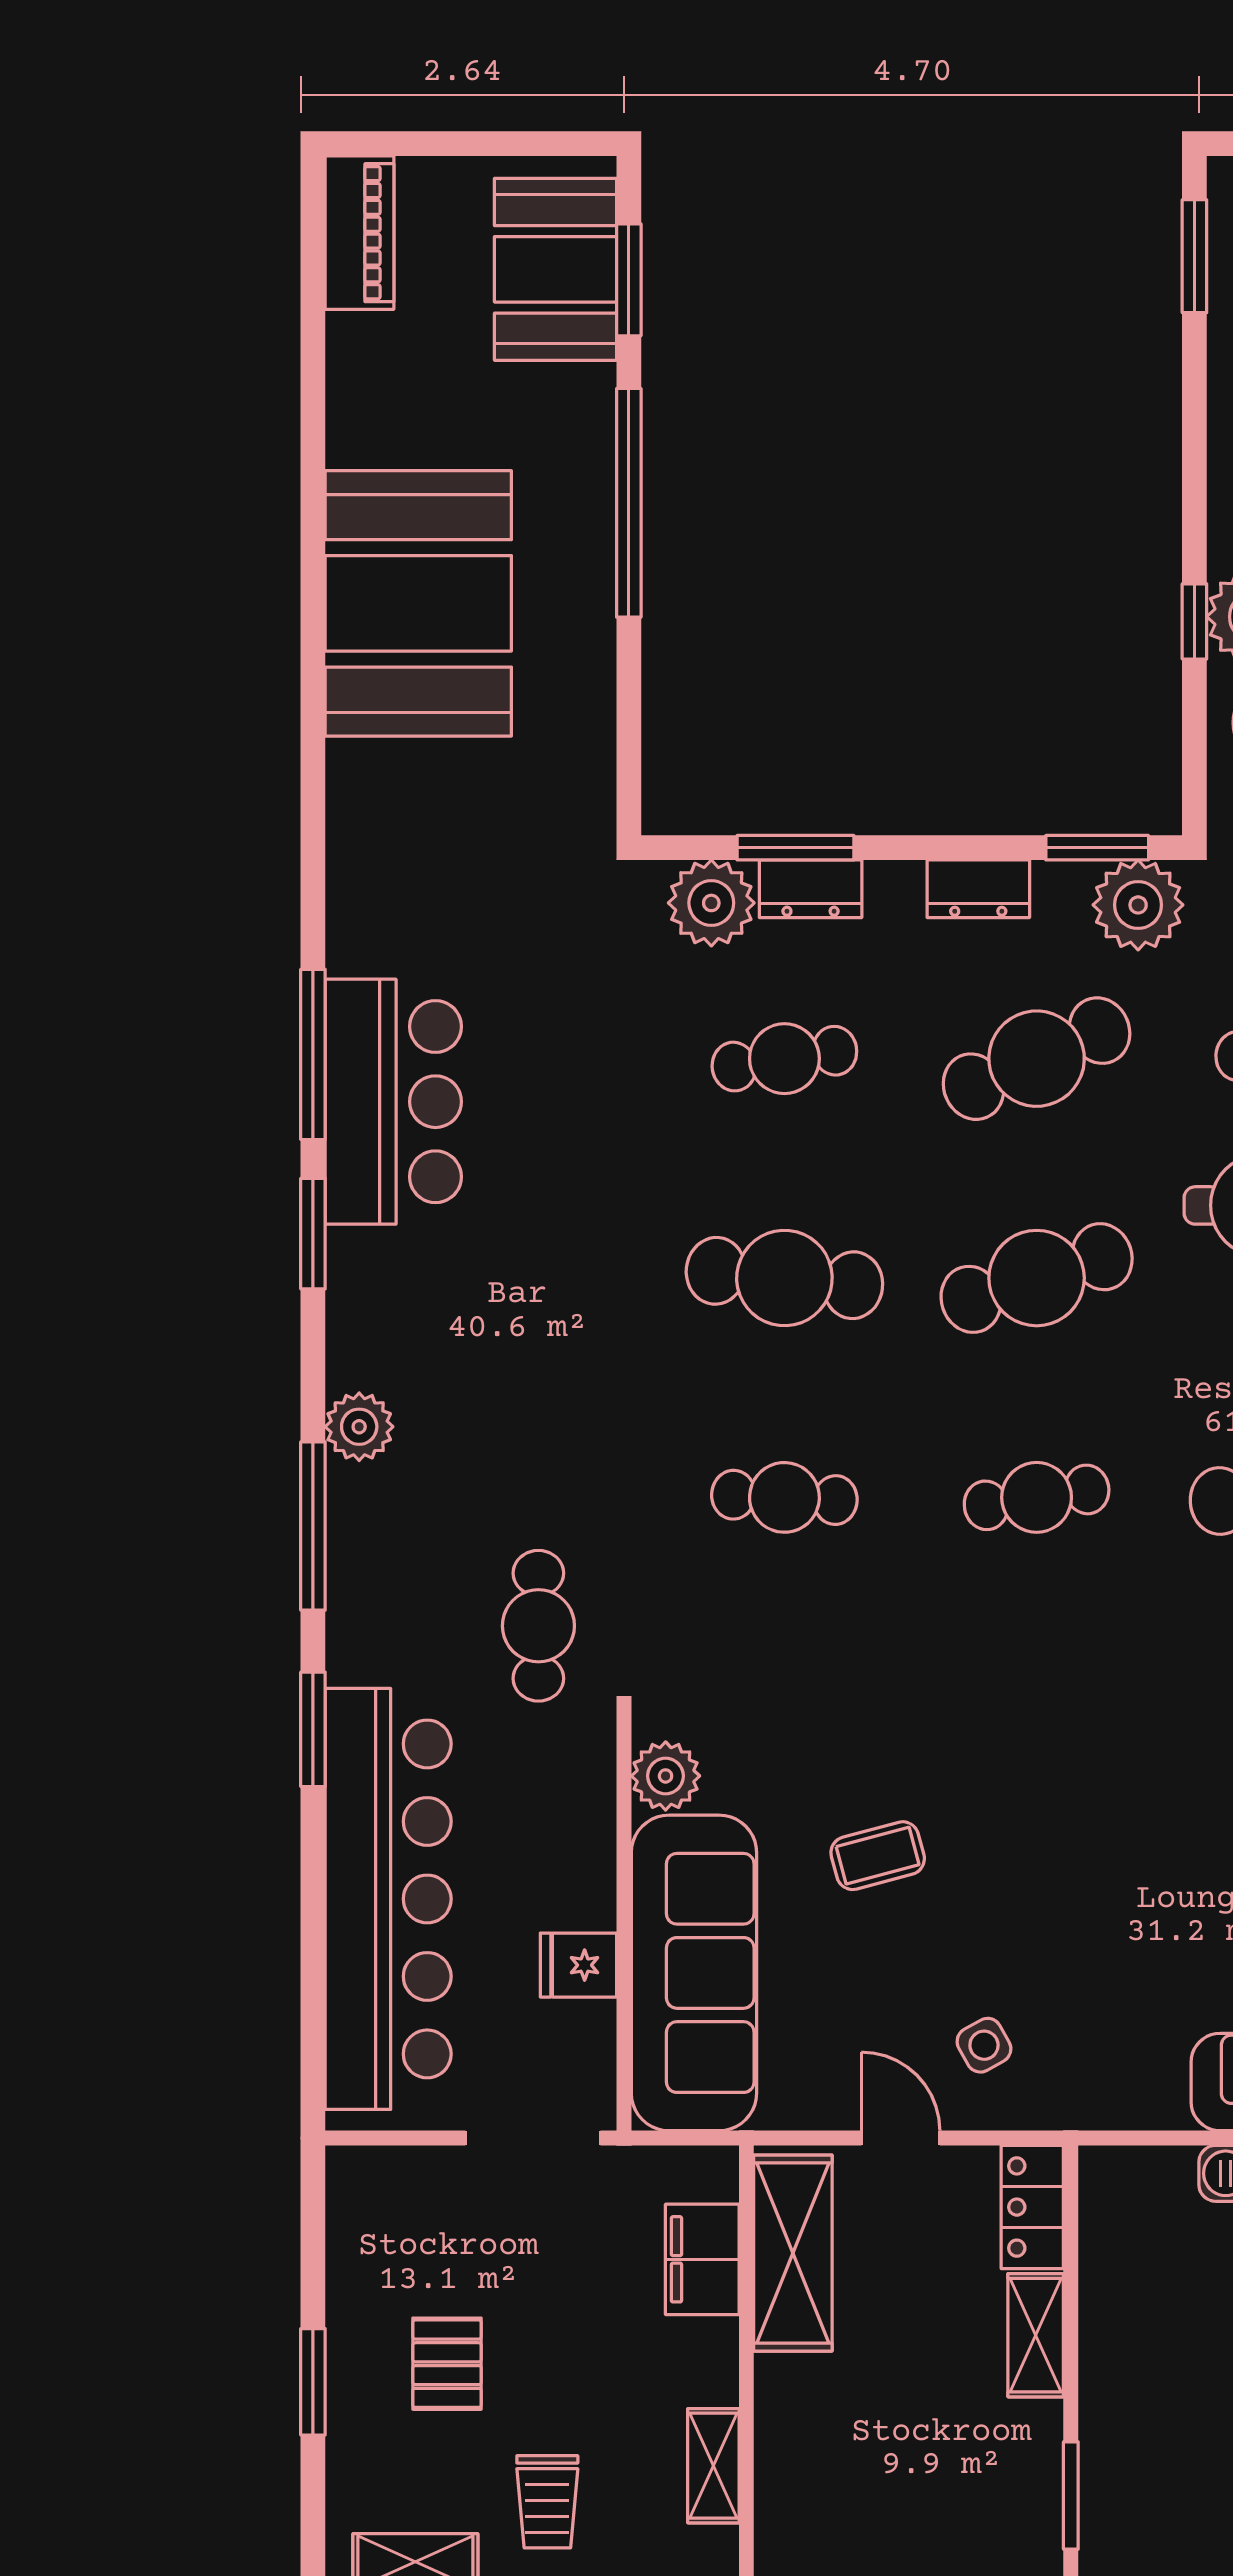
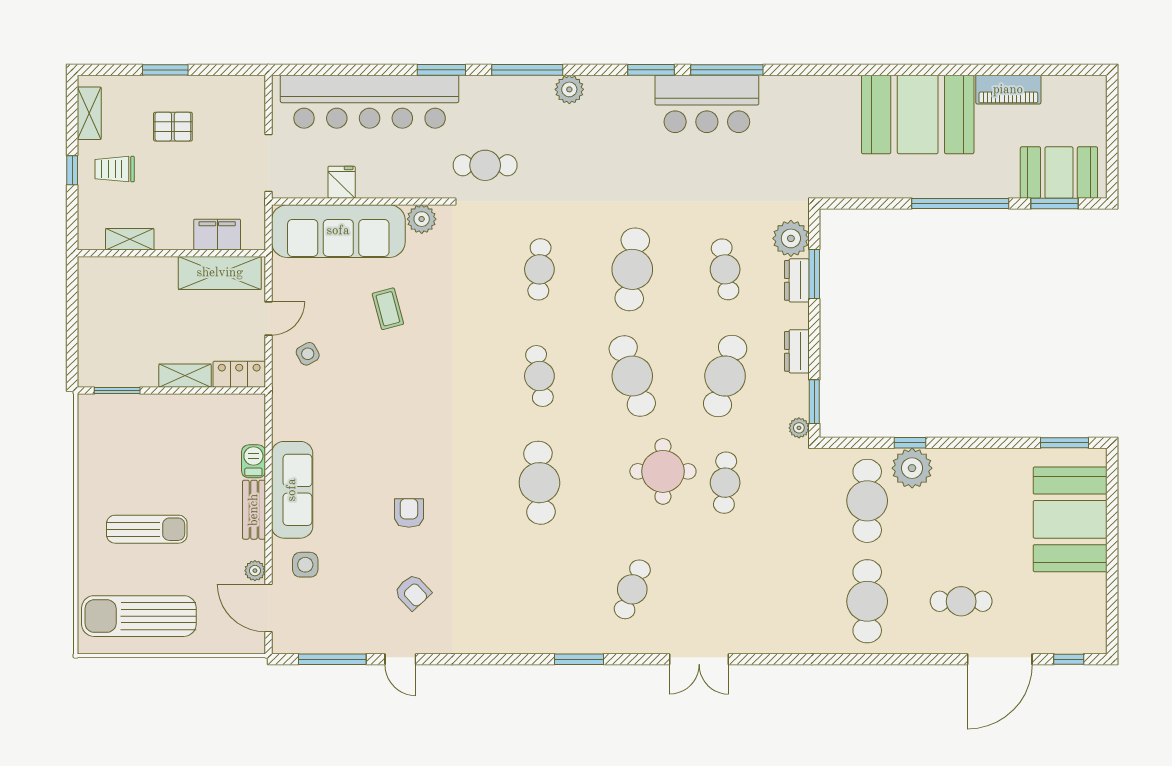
piano: (360, 233) -> (1008, 90), moved
plant: (1138, 905) -> (799, 428), width x0.53, depth x0.53
cafe table: (1037, 1059) -> (725, 376), turned 39

